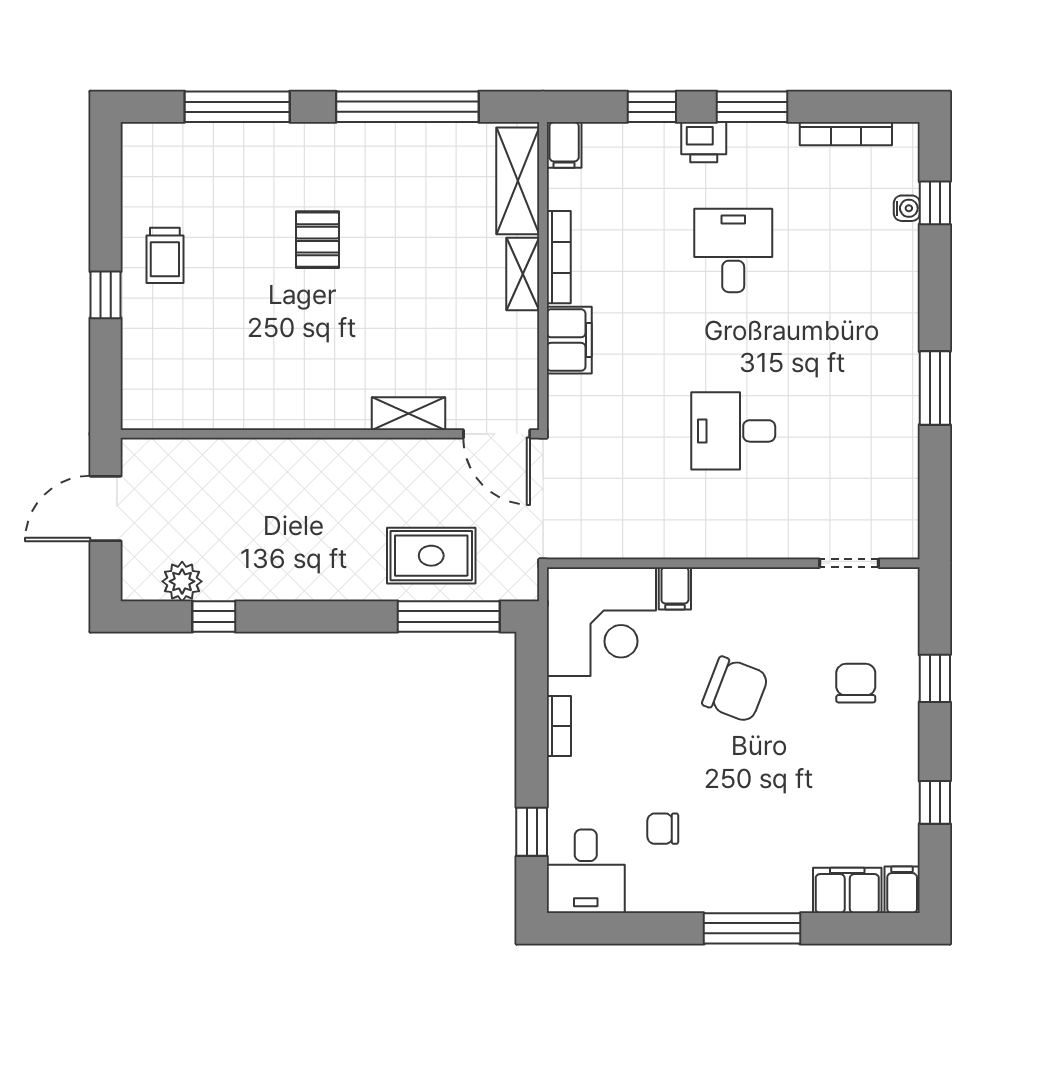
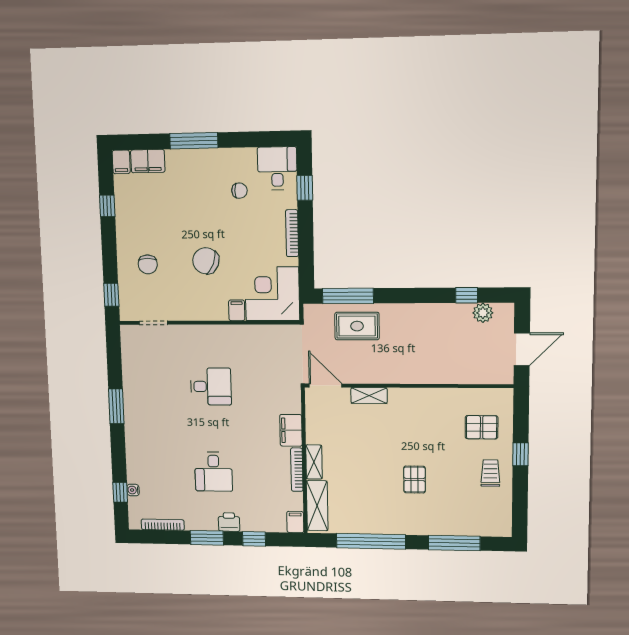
pallet: (183, 350) -> (482, 427), added
window: (935, 678) -> (111, 295), moved
bookcase: (559, 726) -> (292, 233), width x1.56

